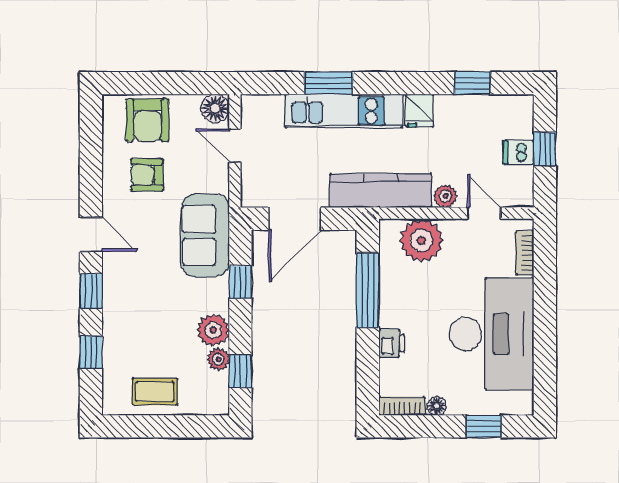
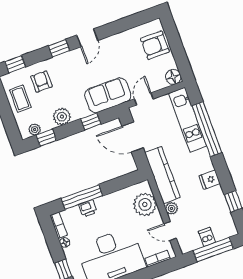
window: (329, 83) -> (207, 129), width x2.11
kitchen unit: (344, 111) -> (188, 120), moved
door: (235, 146) -> (144, 99), moved
window: (545, 149) -> (213, 250), width x2.17
armchair: (147, 175) -> (41, 81), moved
door: (484, 213) -> (170, 231), swing flipped
window: (368, 290) -> (82, 197), moved
window: (91, 352) -> (15, 64), moved
plant: (218, 359) -> (35, 129), moved

